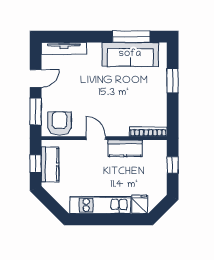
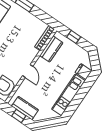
door: (96, 138) -> (28, 71), swing flipped
kitchen counter: (125, 148) -> (51, 49), moved

